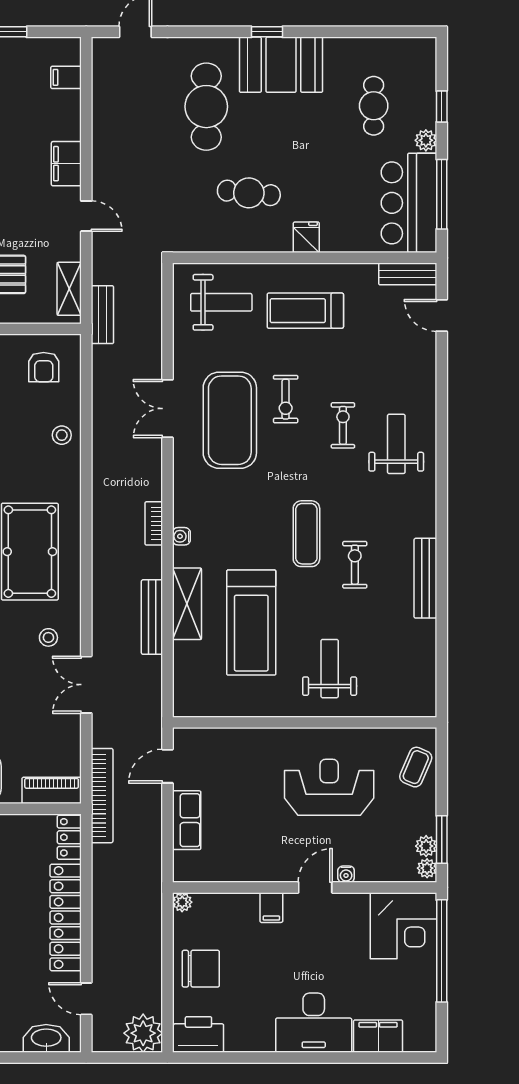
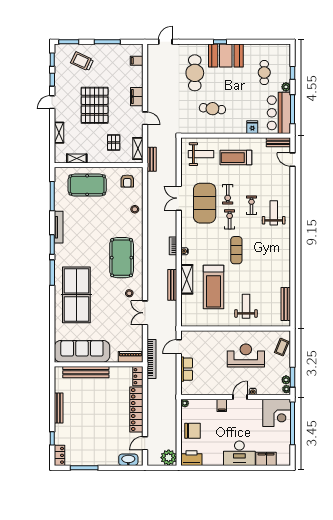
fridge: (306, 237) -> (252, 127), moved
exercise bike: (355, 565) -> (230, 219), moved
bench: (425, 578) -> (286, 304), moved
door: (86, 999) -> (145, 443), hinge flipped

